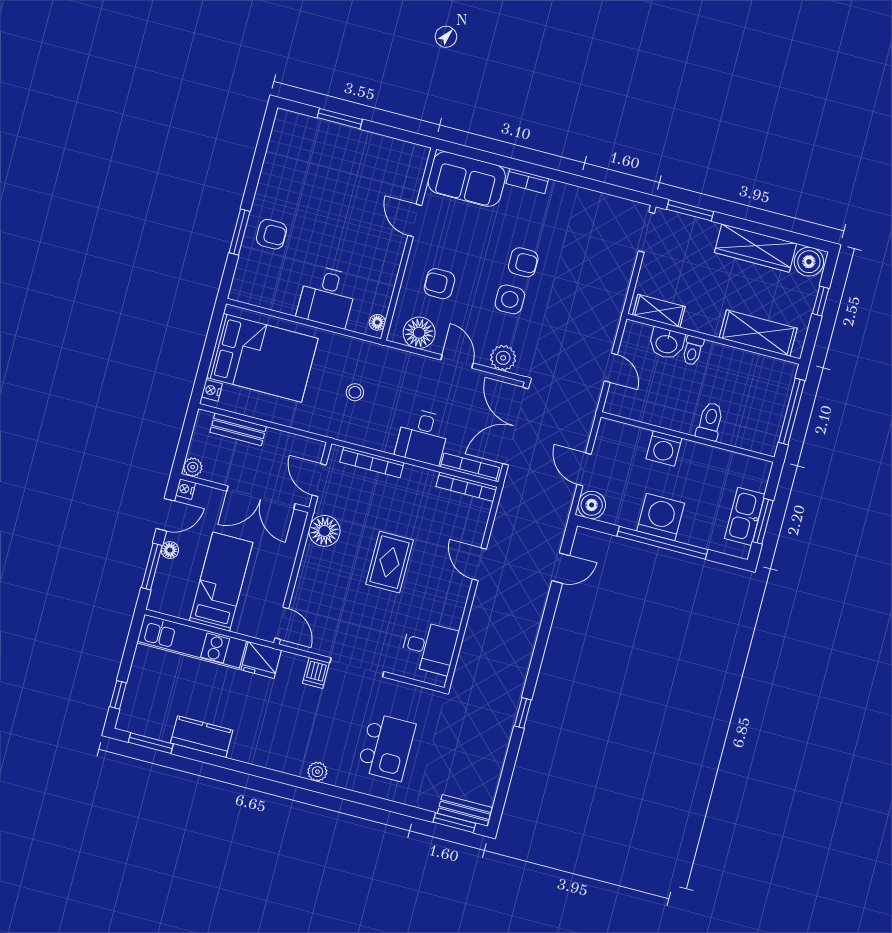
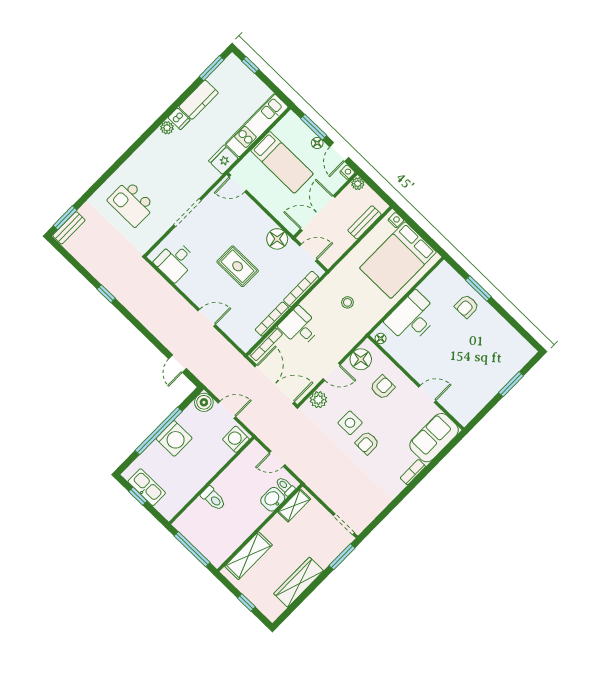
boiler: (809, 262) -> (273, 609), removed
desk: (327, 297) -> (412, 318), width x1.37
toilet: (693, 351) -> (285, 486), moved
washing machine: (664, 448) -> (236, 439), moved
bookcase: (467, 487) -> (272, 319), moved
window: (763, 521) -> (138, 496), width x0.67
dishwasher: (316, 673) -> (179, 119), moved, turned 180
plant: (317, 772) -> (167, 128), moved

